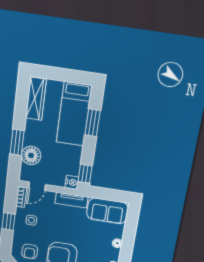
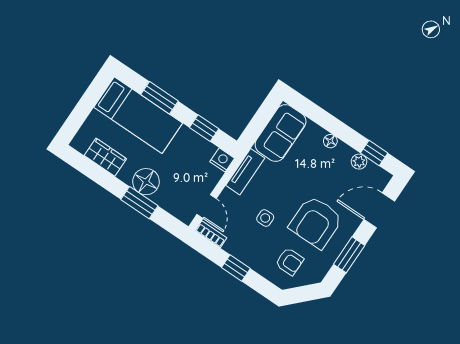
wardrobe: (36, 99) -> (105, 157), width x0.67
floor lamp: (31, 155) -> (146, 182), moved
window: (85, 174) -> (204, 128), moved
side table: (31, 220) -> (265, 218), moved

